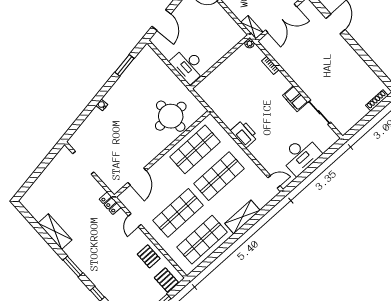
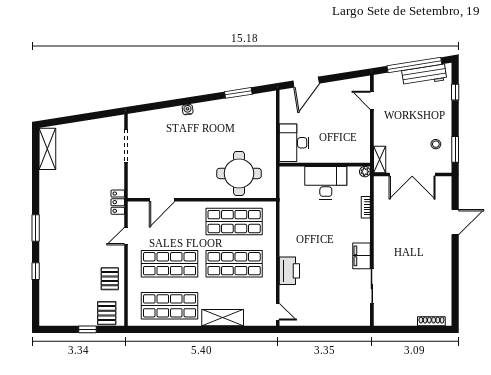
printer: (244, 134) -> (289, 271), moved
desk: (301, 155) -> (326, 183), moved, turned 180
shelving: (55, 232) -> (47, 149), moved

